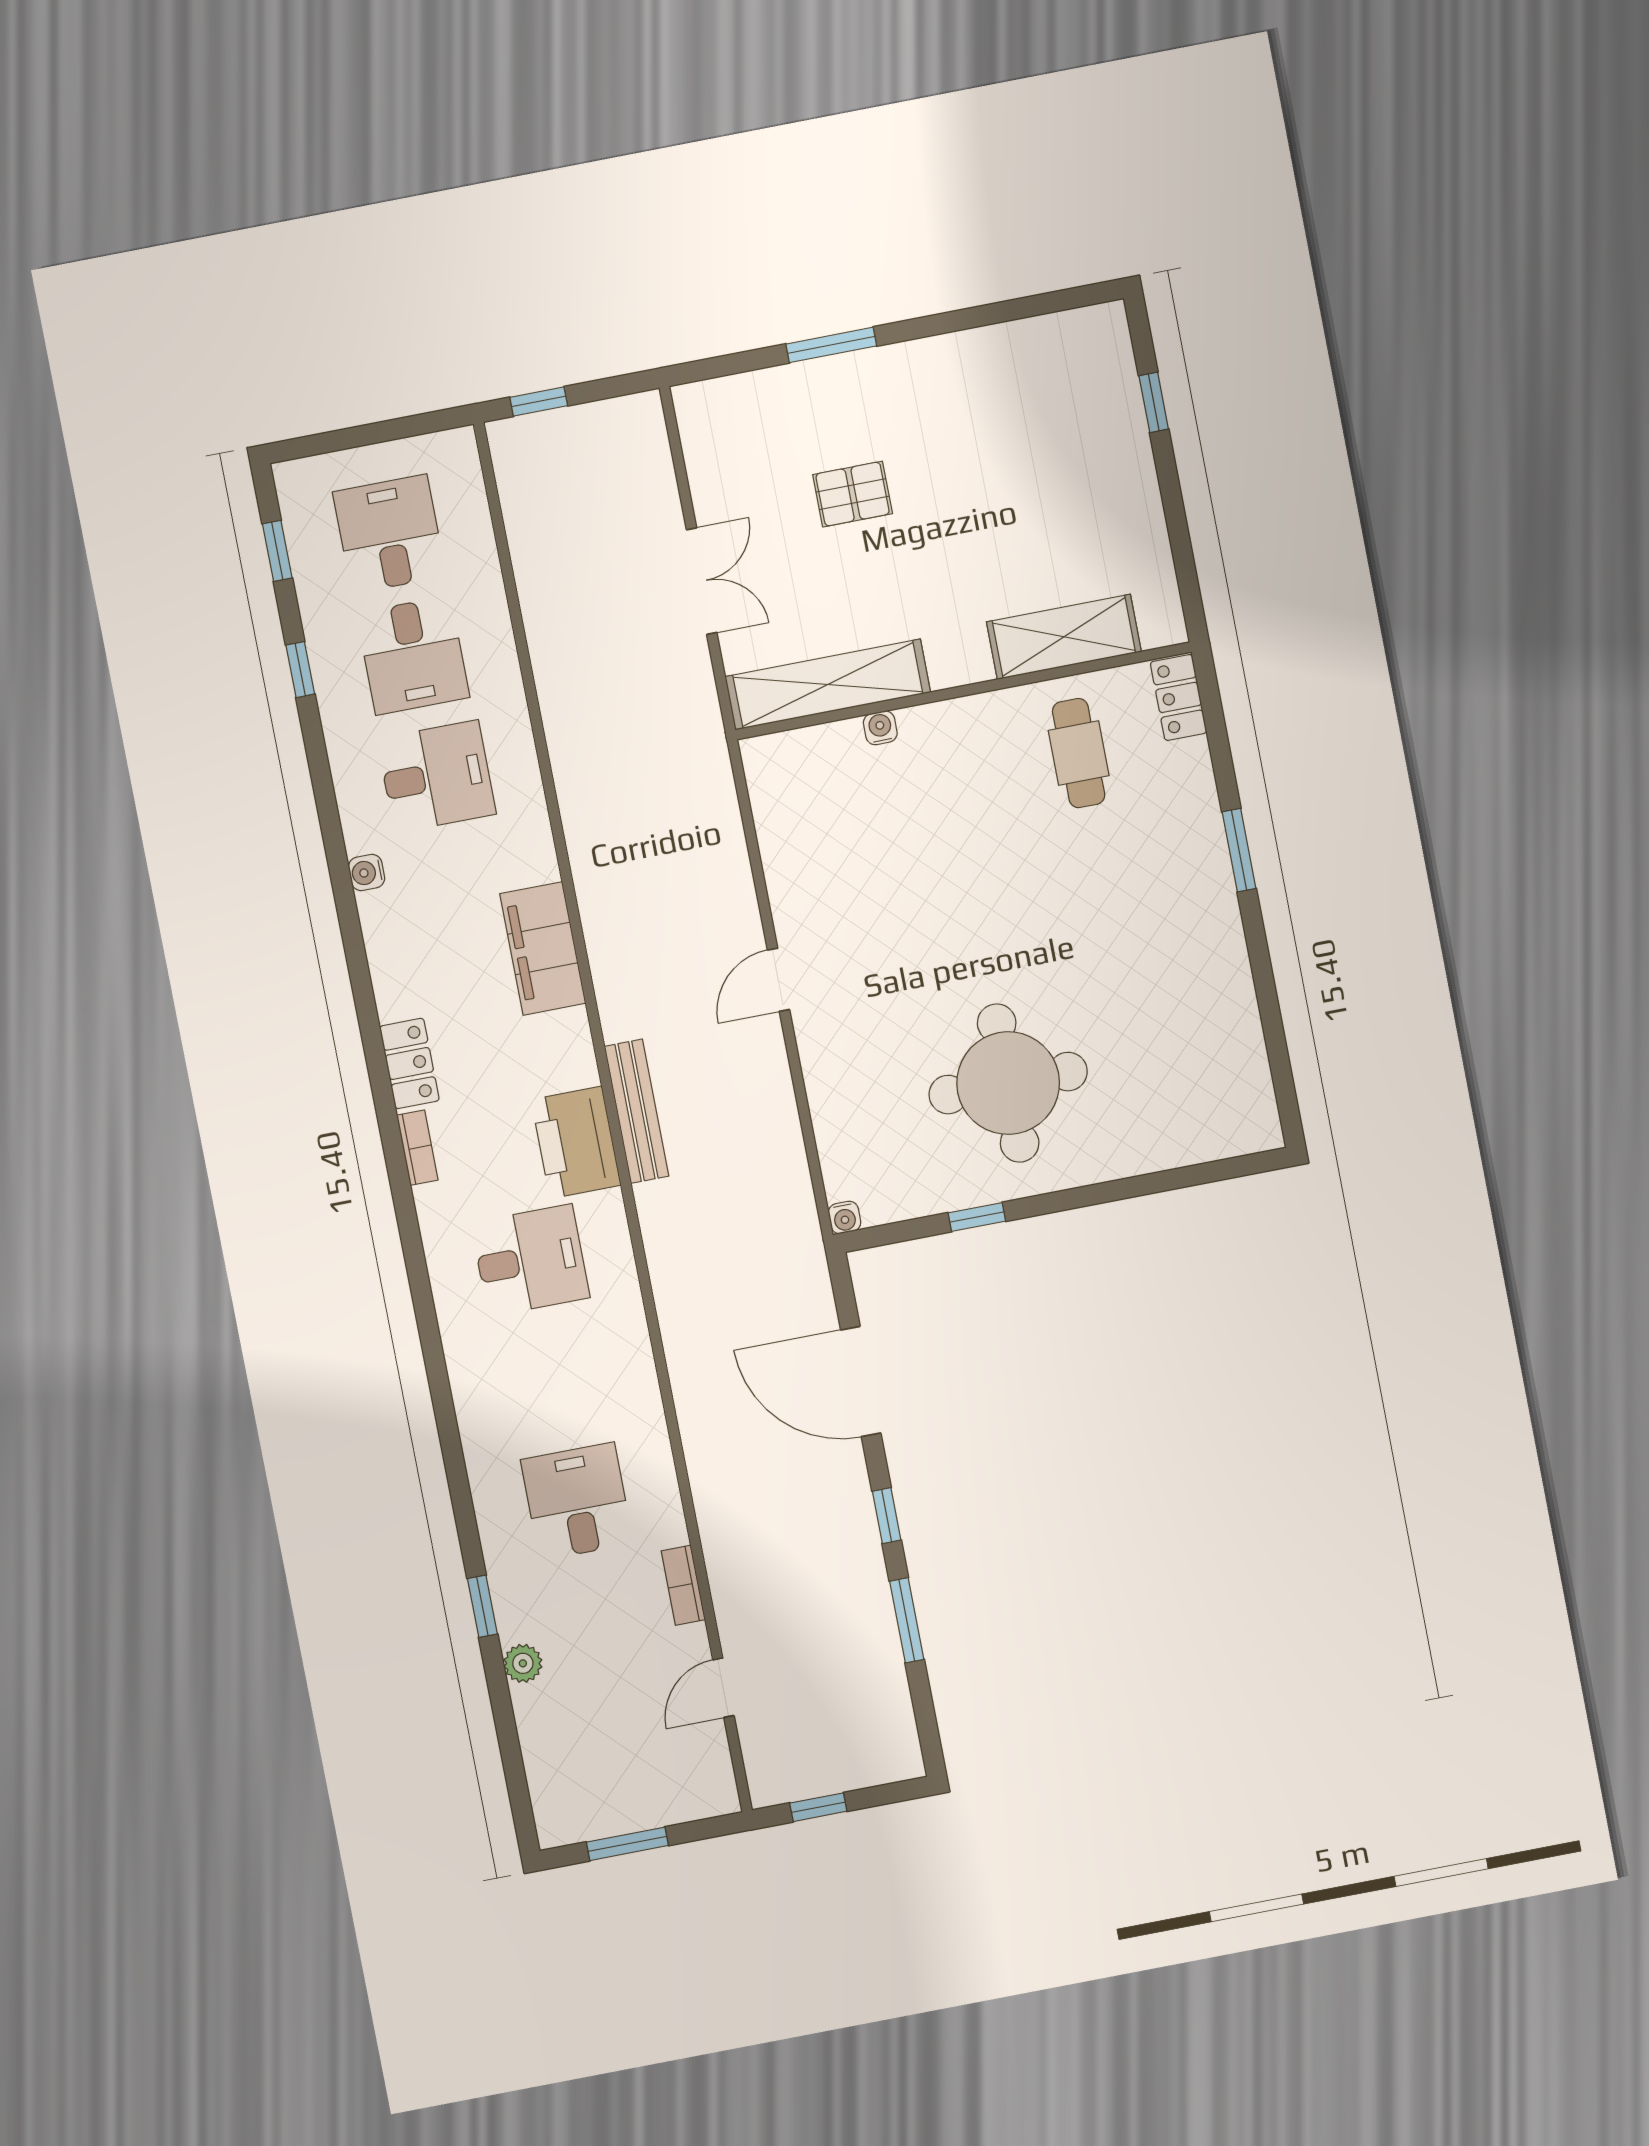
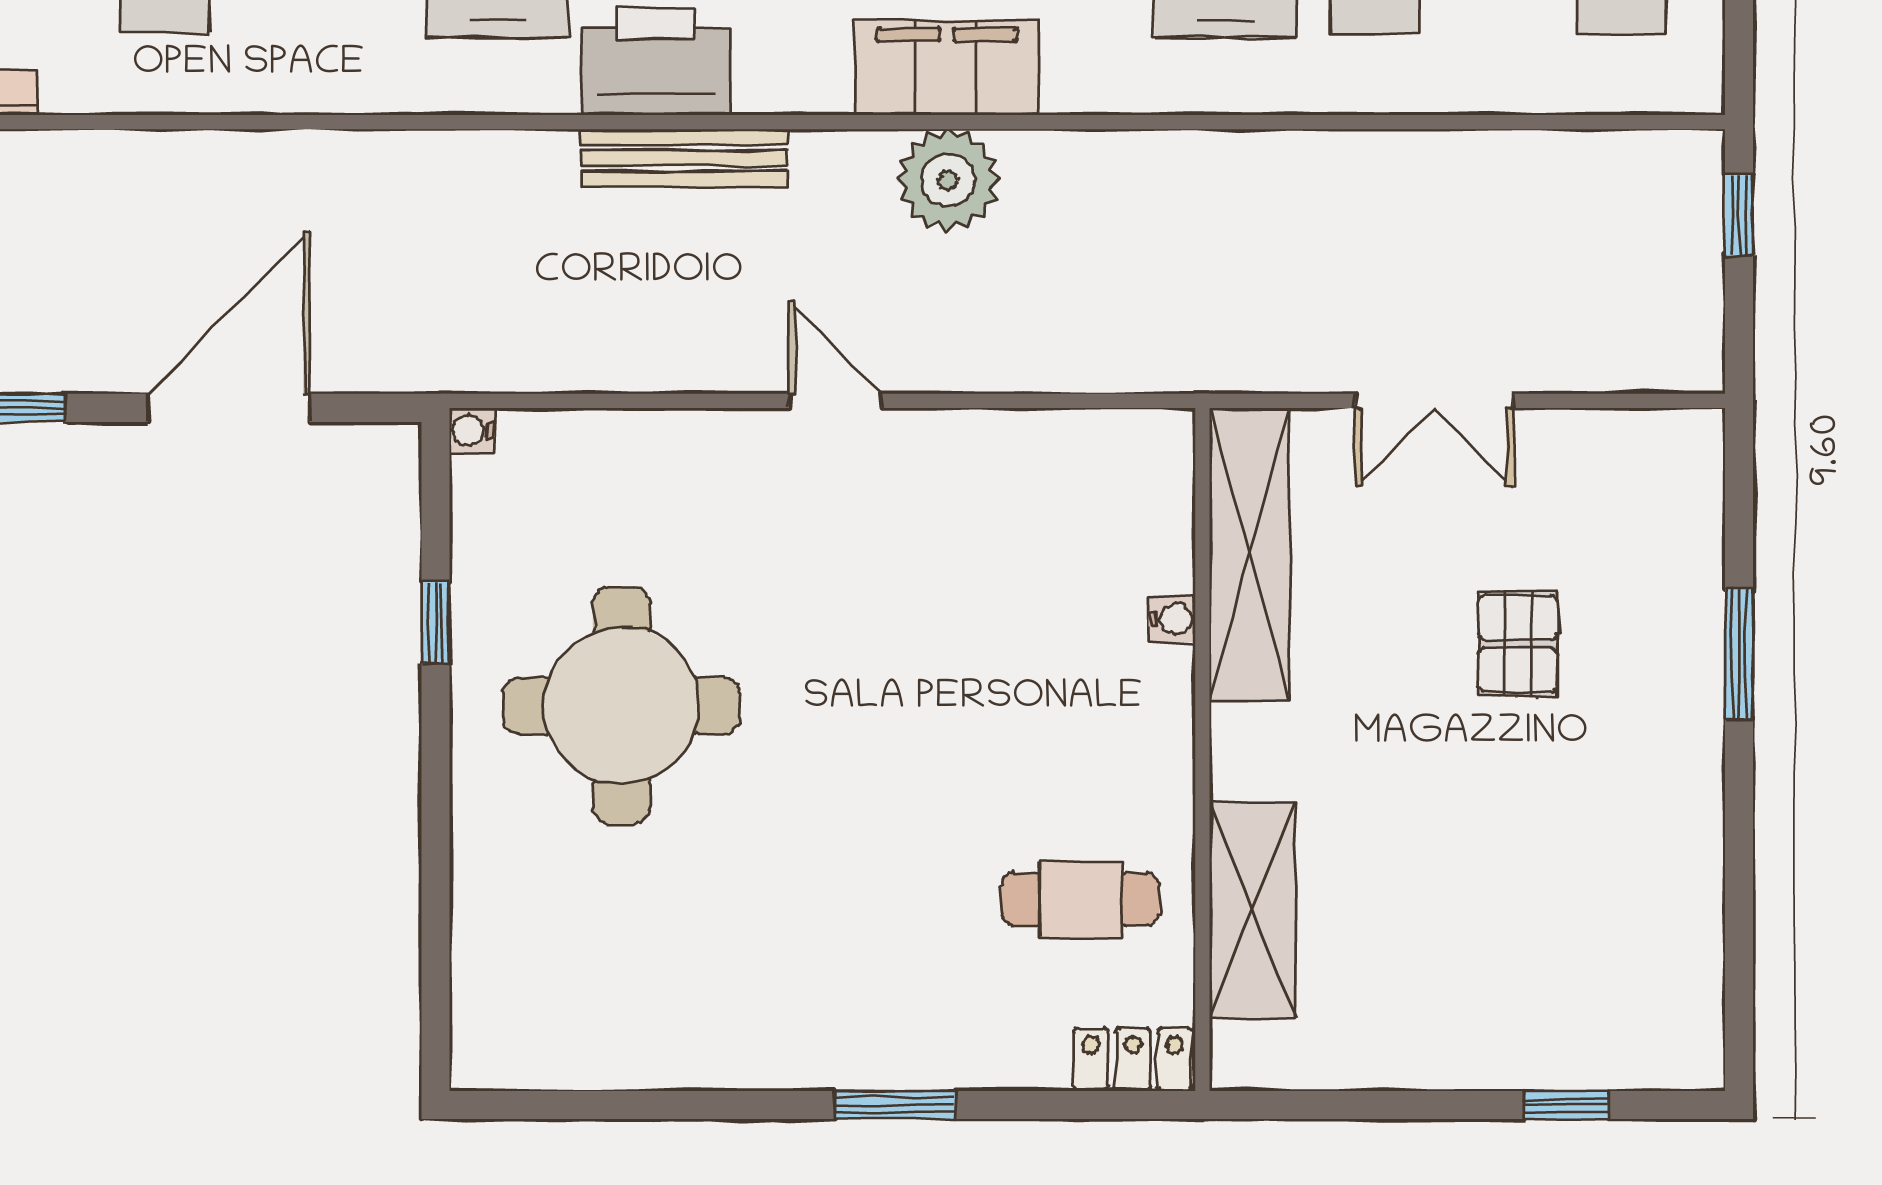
plant: (617, 933) -> (948, 180), added

